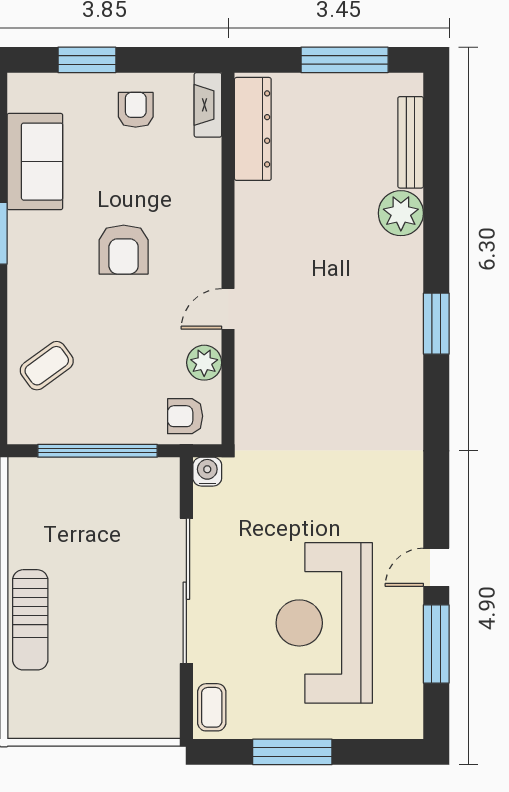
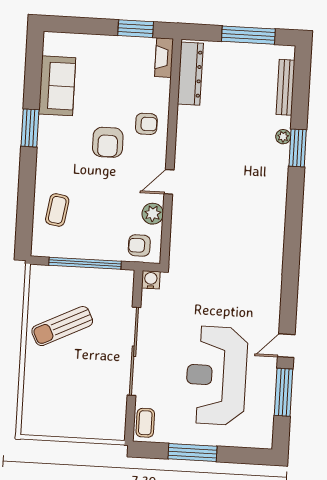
window: (87, 60) -> (136, 29), moved
armchair: (136, 110) -> (146, 124), moved, turned 90
plant: (401, 213) -> (283, 137), width x0.53, depth x0.53
window: (436, 324) -> (298, 148), moved
coffee table: (47, 366) -> (57, 210), turned -45
sun lounger: (30, 620) -> (62, 326), moved, turned 64

